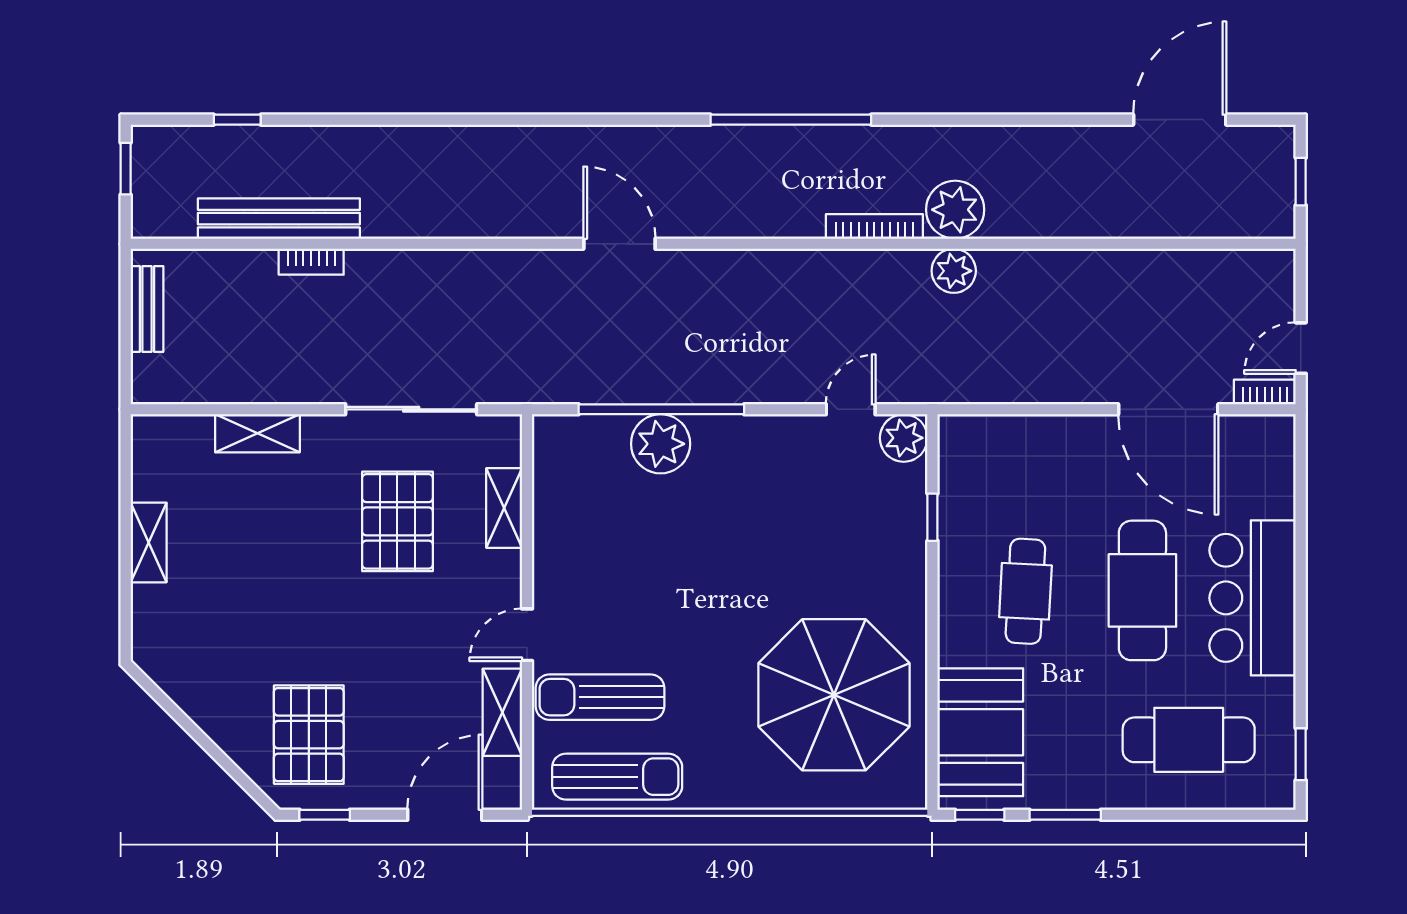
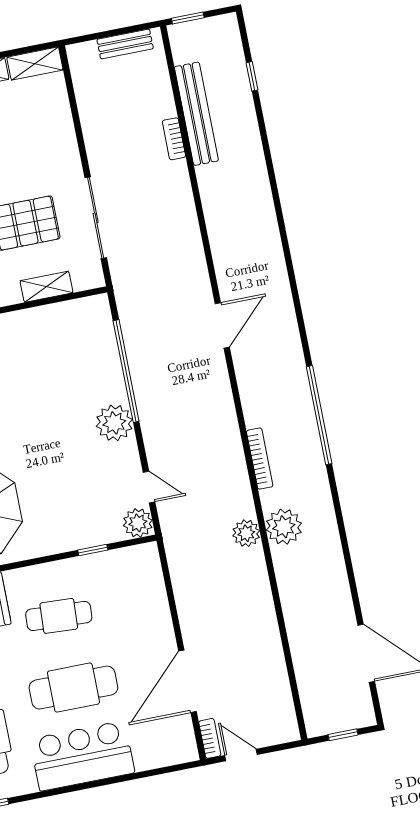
window: (126, 169) -> (188, 18), moved
bookcase: (874, 226) -> (260, 459), moved
shelving: (257, 433) -> (35, 64), moved, turned 90
plant: (661, 444) -> (114, 423), moved

